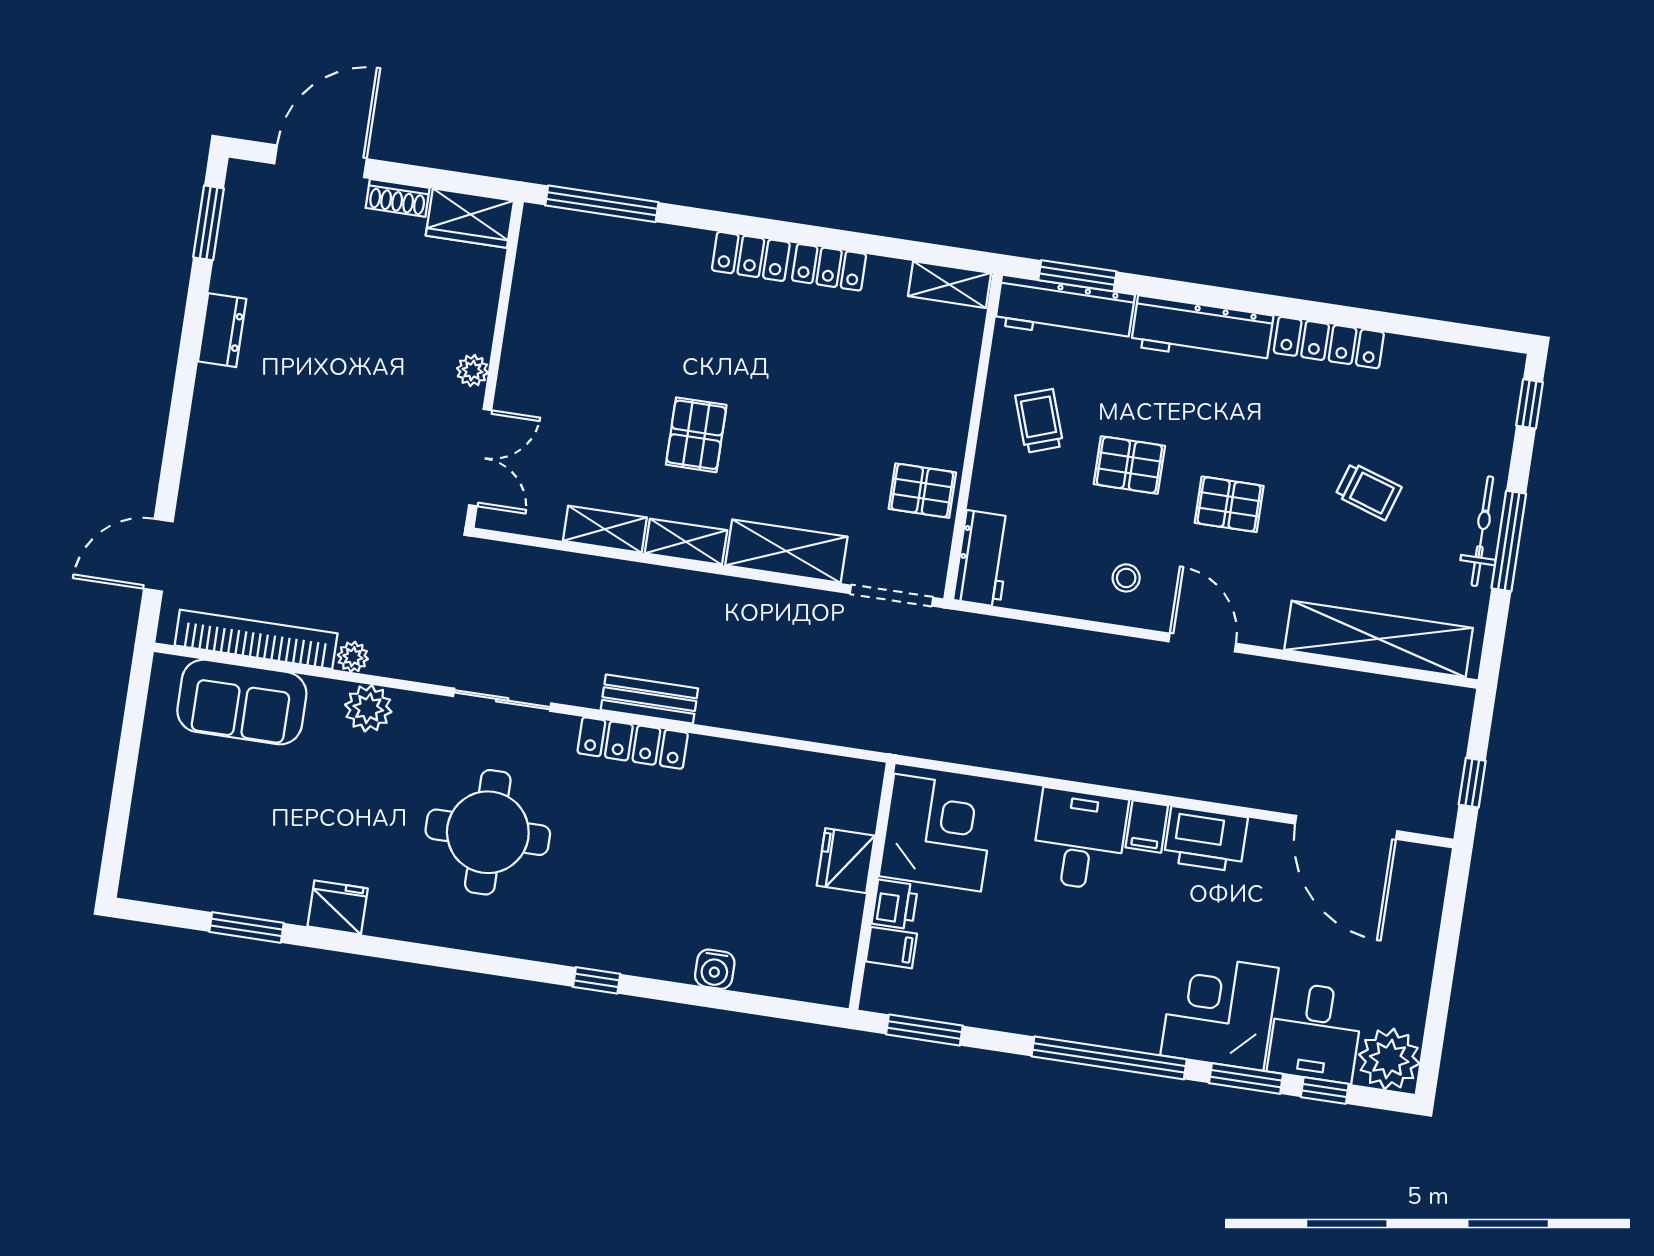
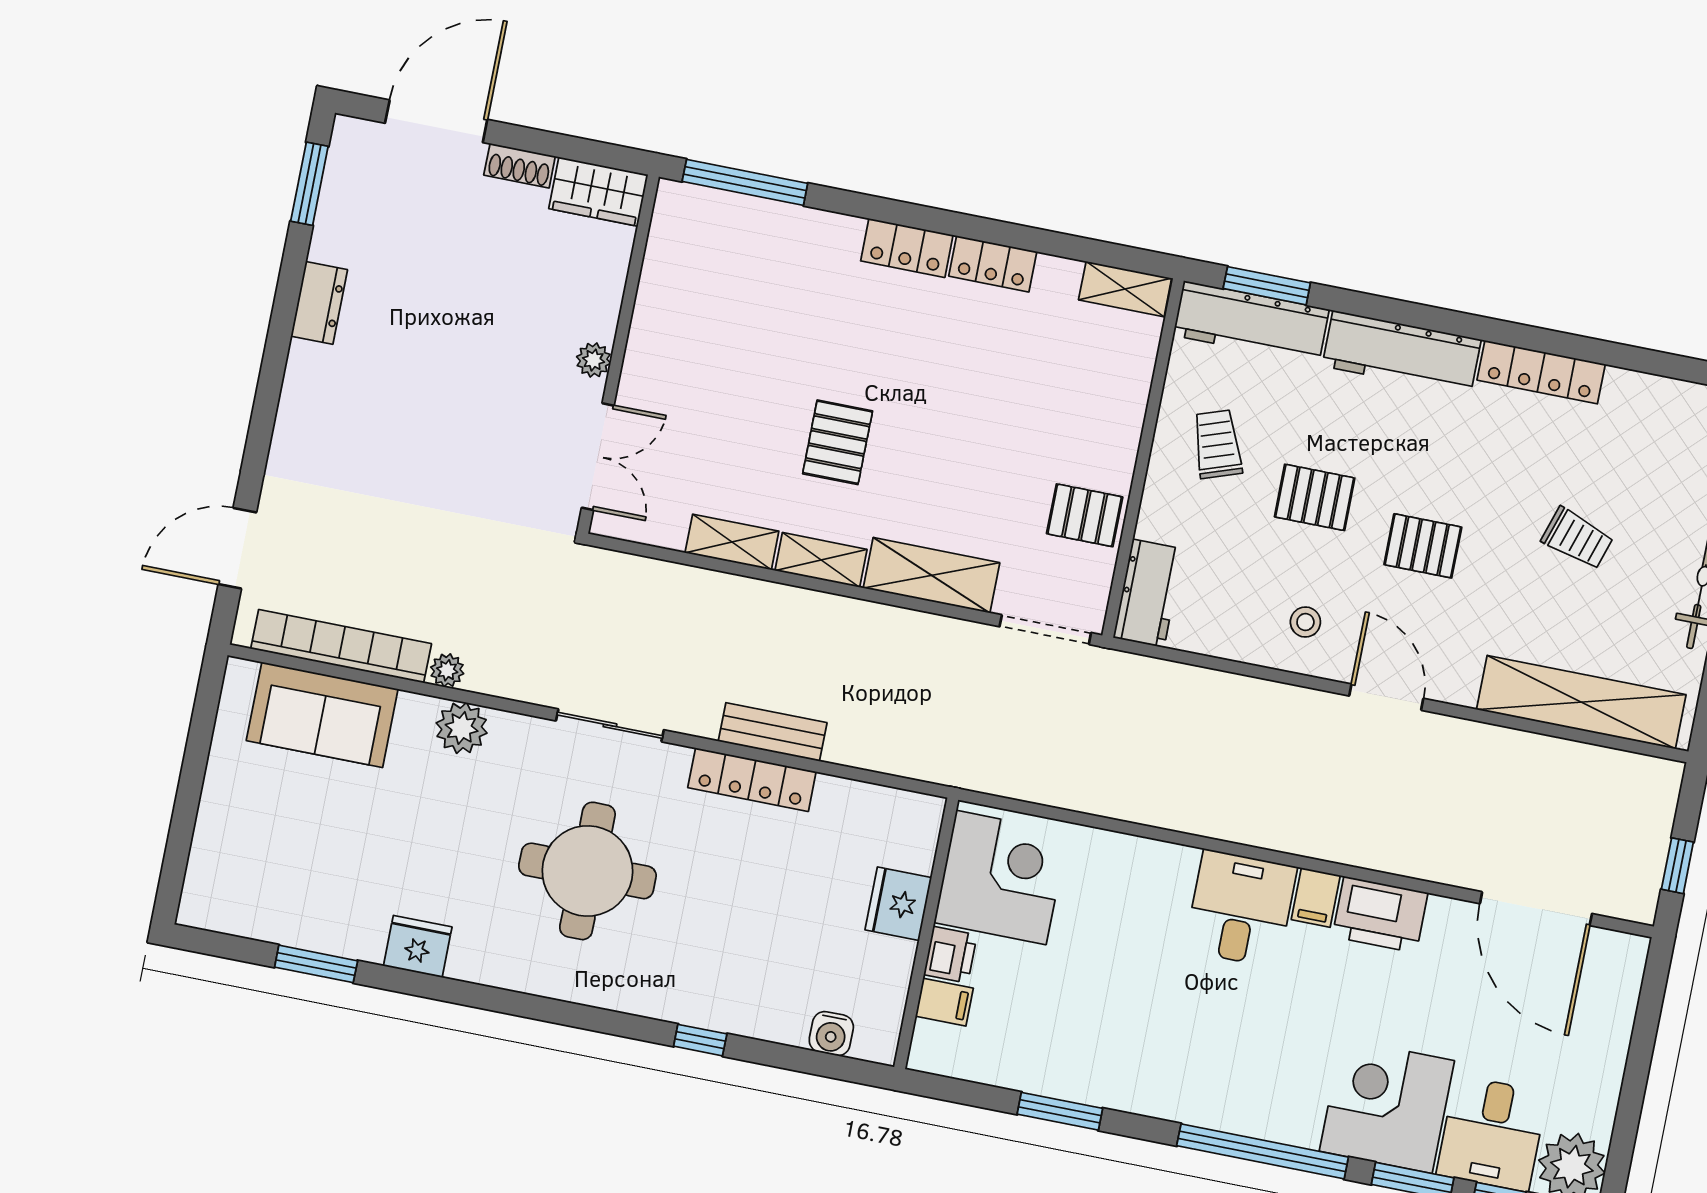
corner desk: (937, 833) -> (1001, 877), moved
fridge: (846, 861) -> (898, 904), moved
wall: (872, 886) -> (926, 933), moved
printer: (895, 904) -> (950, 955), moved
filing cabinet: (891, 948) -> (944, 1002), moved

